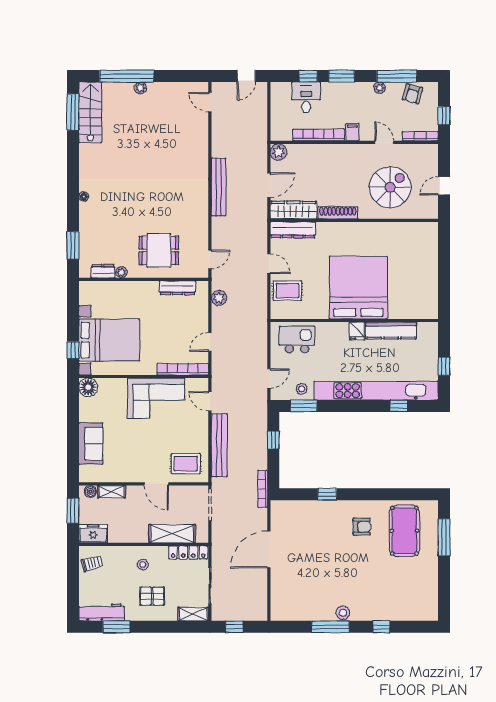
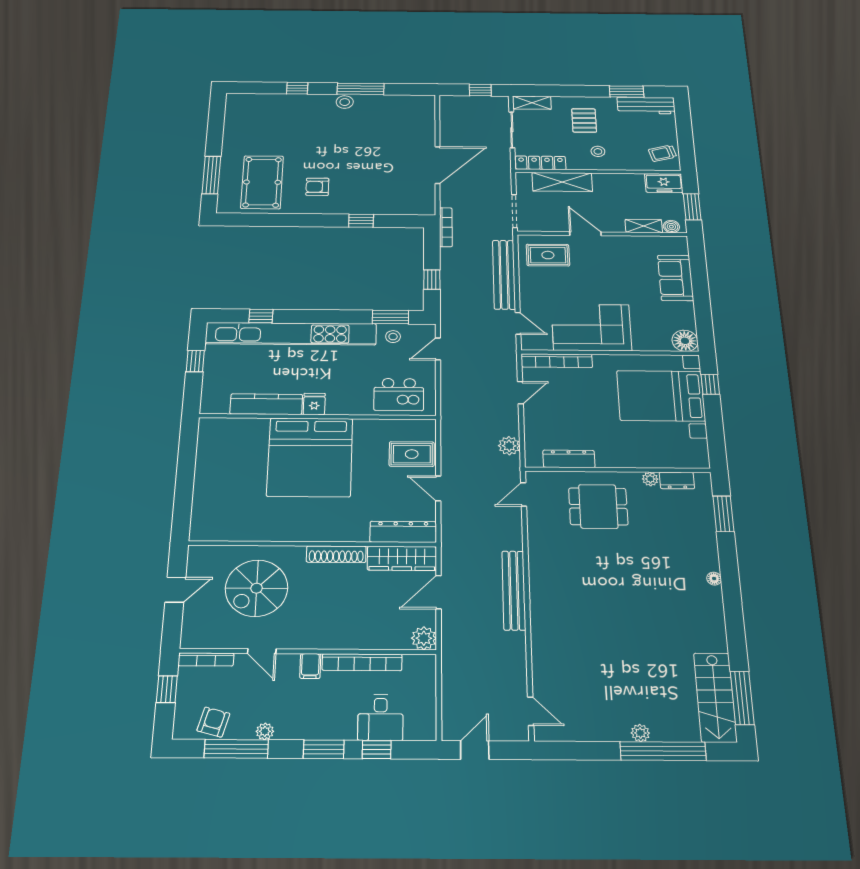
pallet: (152, 596) -> (584, 120), turned 90

